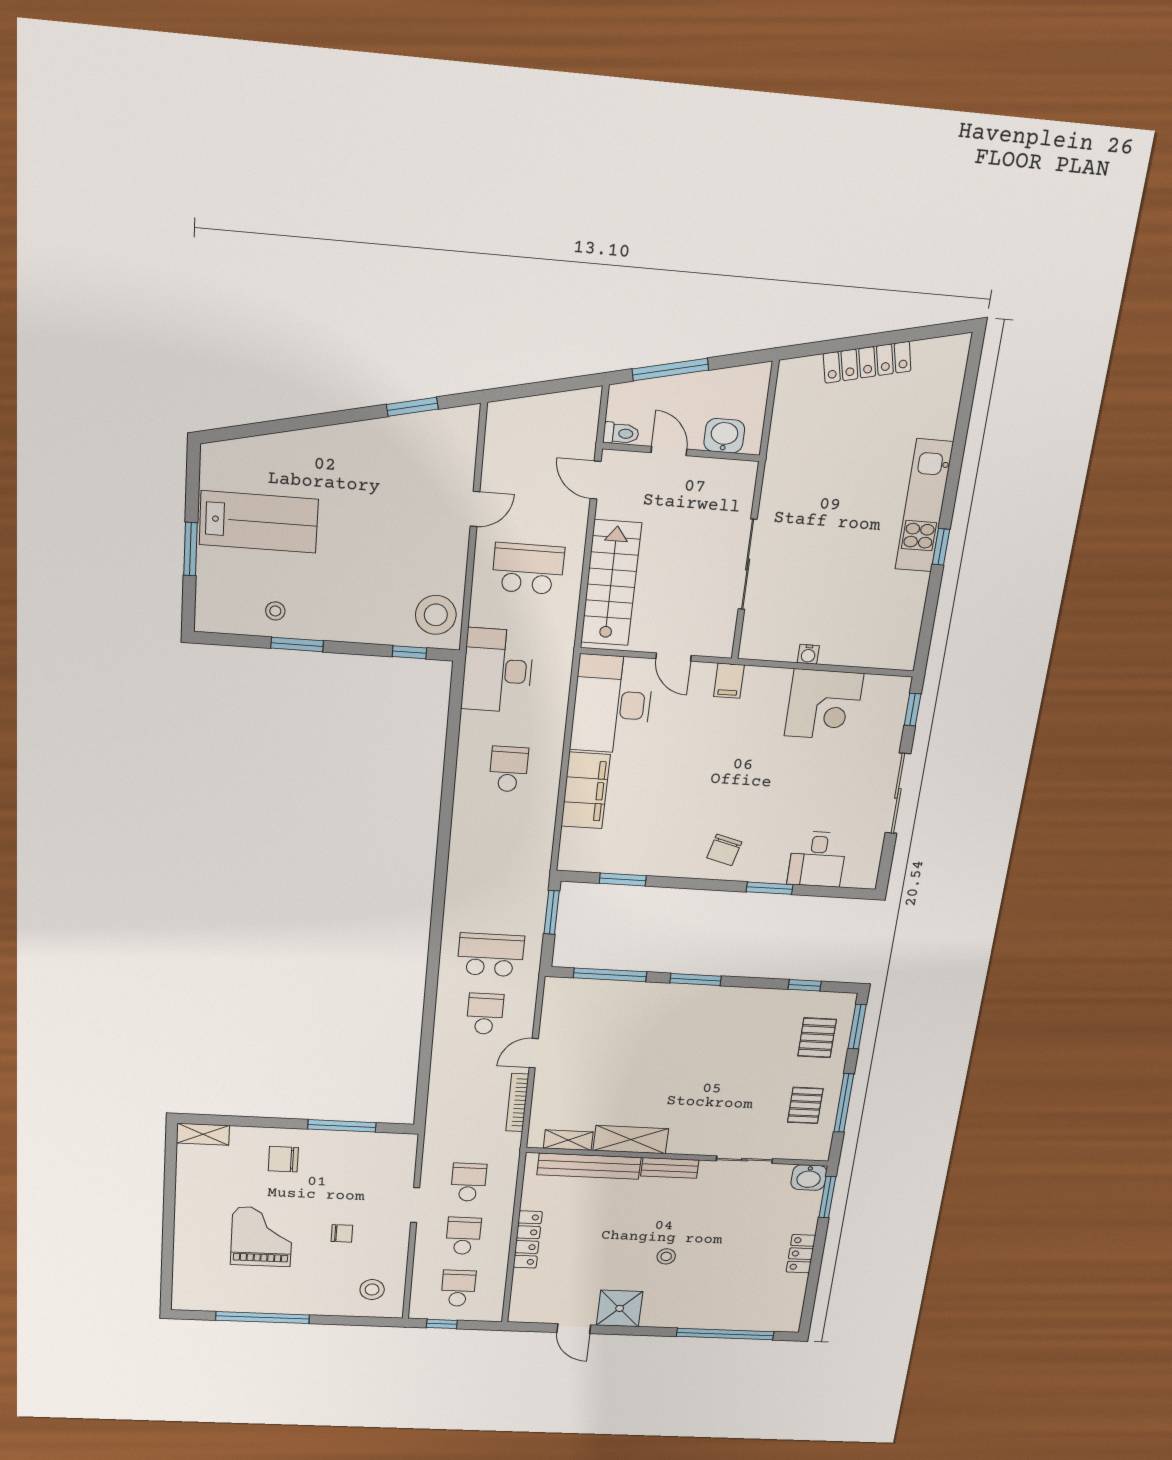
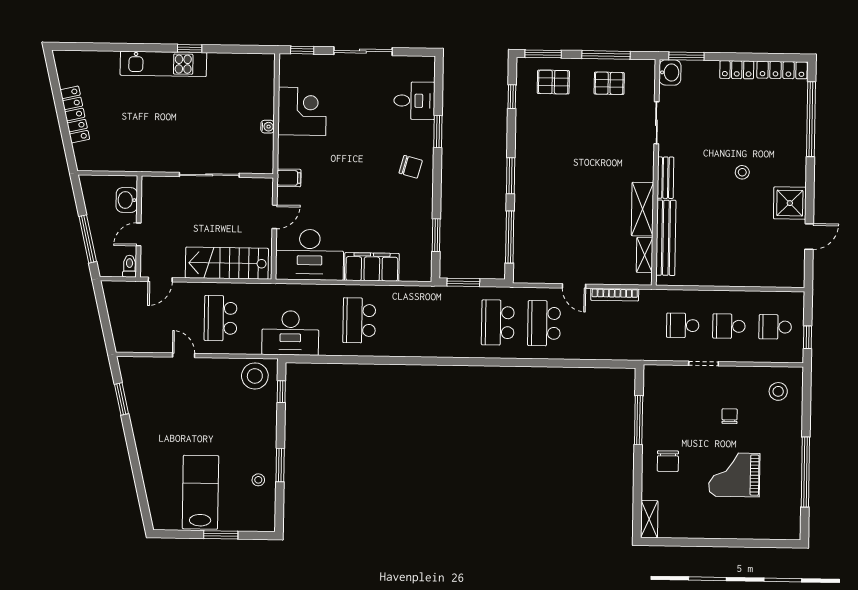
school desk: (509, 769) -> (359, 320), width x1.85
school desk: (485, 1014) -> (544, 323), width x1.85
locker: (528, 1240) -> (782, 70), moved, turned 180

